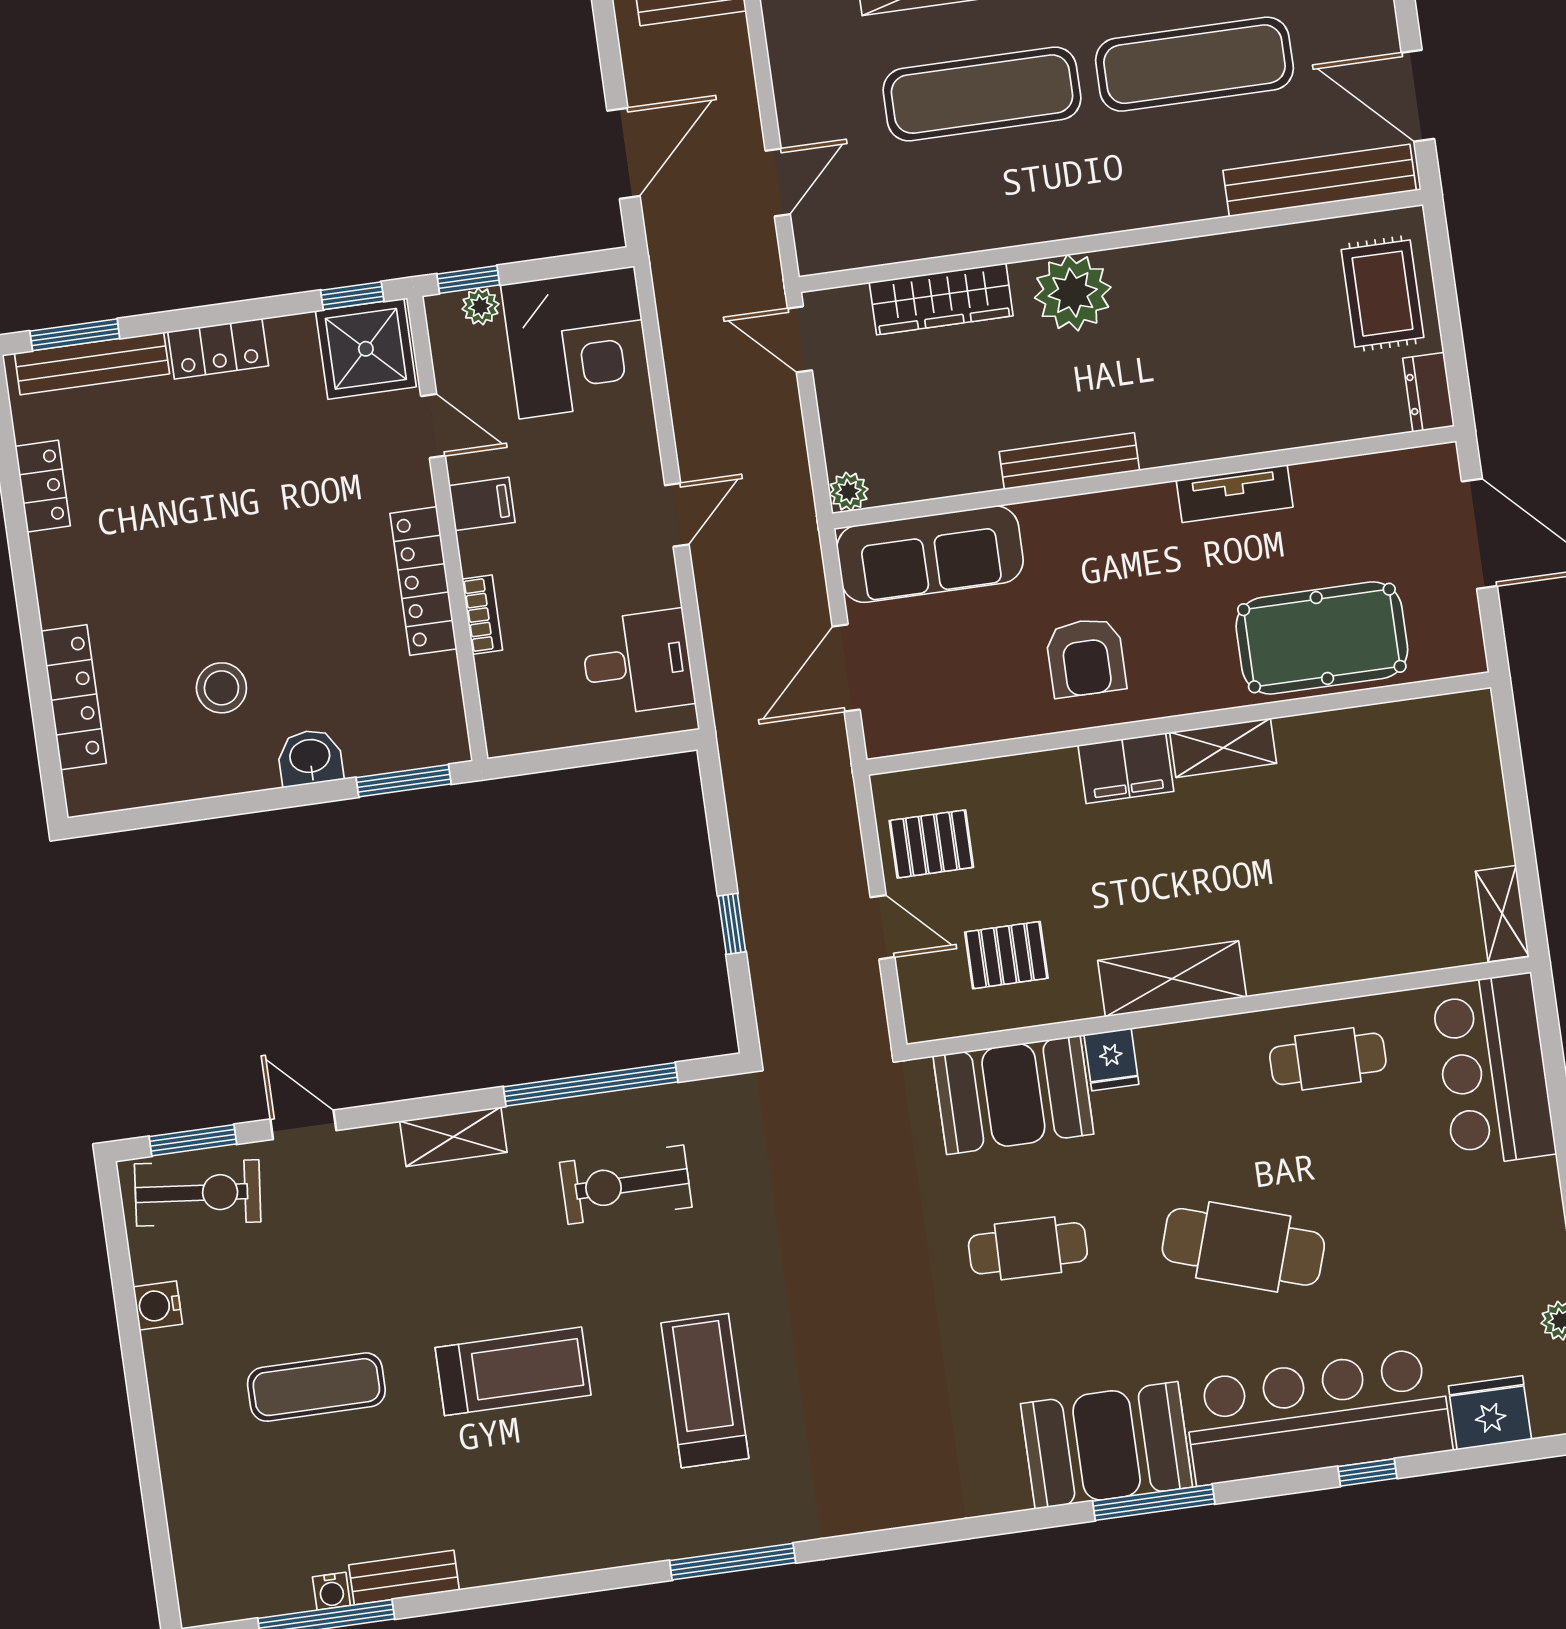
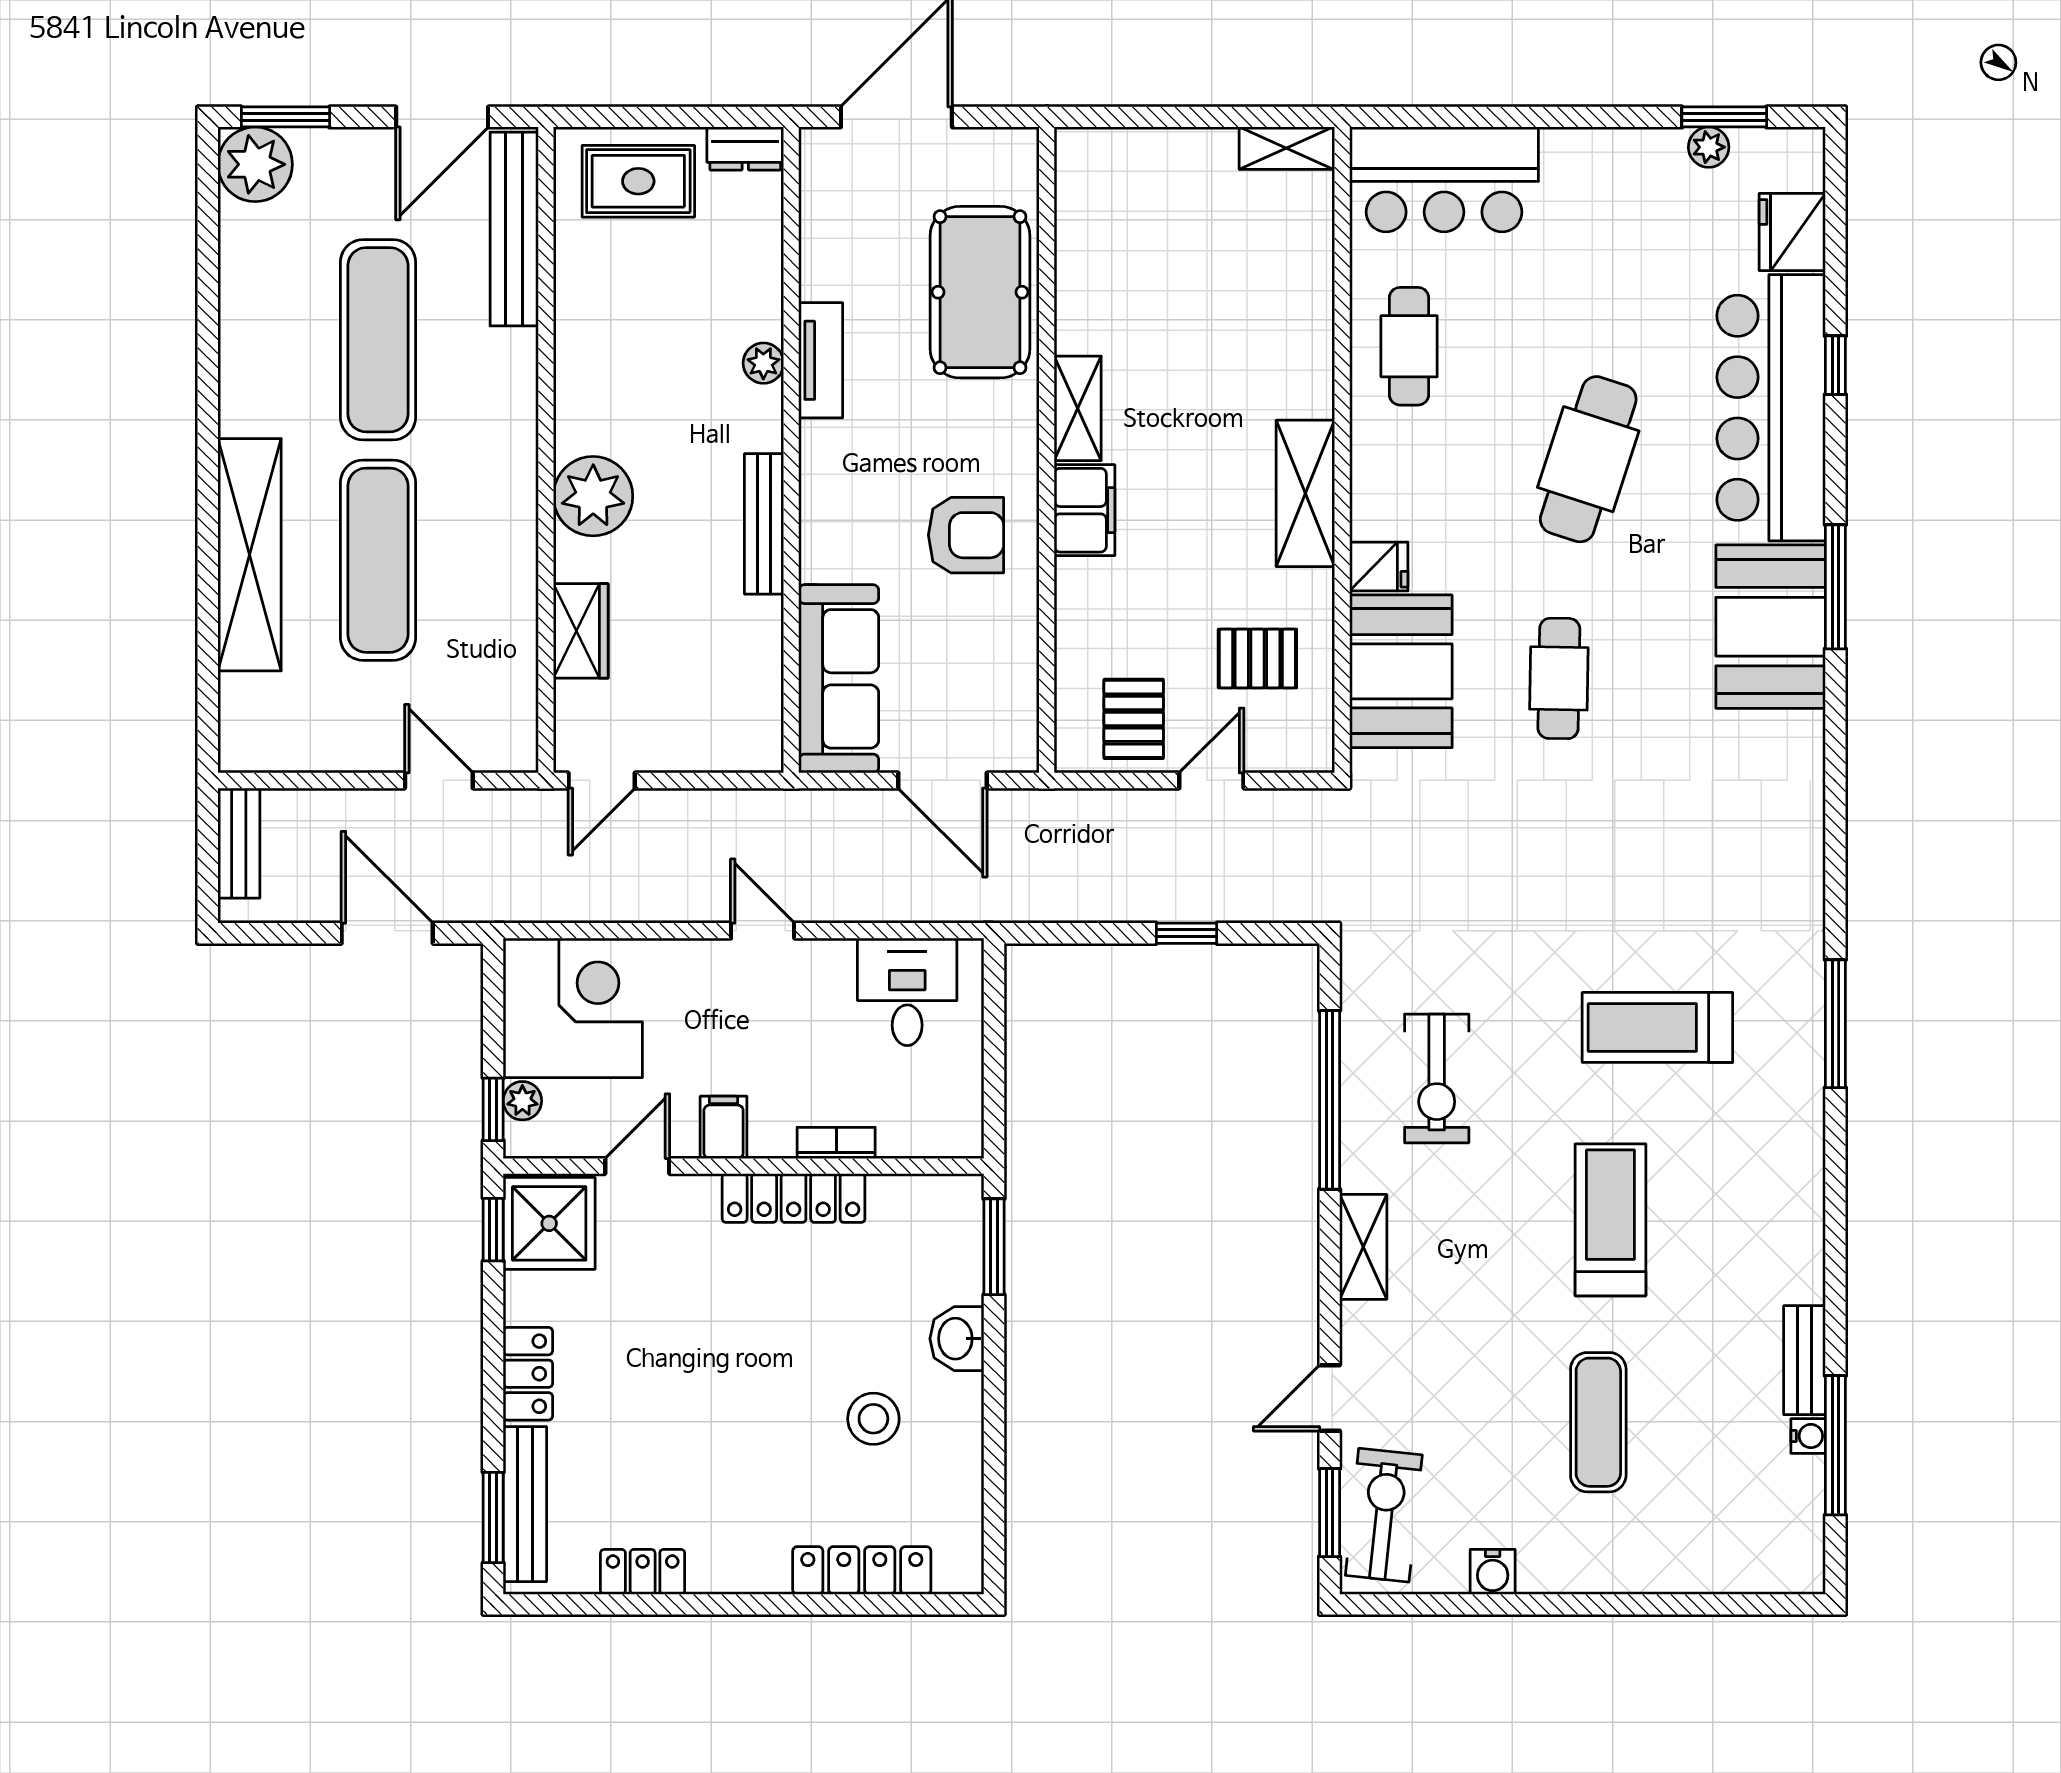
wardrobe: (941, 299) -> (581, 631), width x0.67
plant: (849, 492) -> (763, 363), moved
pallet: (1006, 955) -> (1257, 658), turned 90

